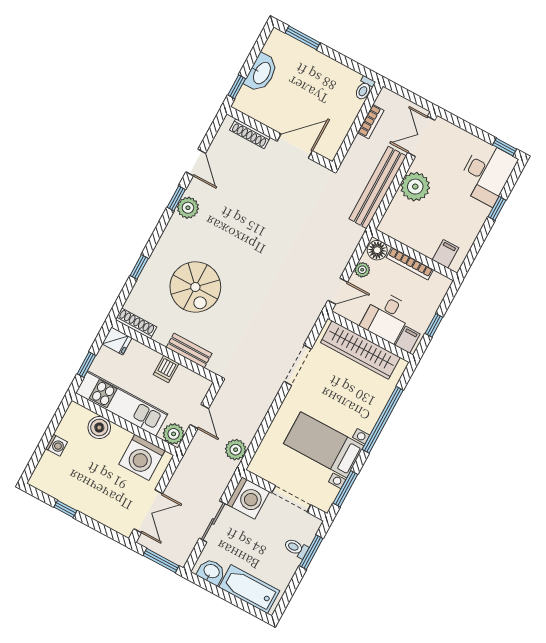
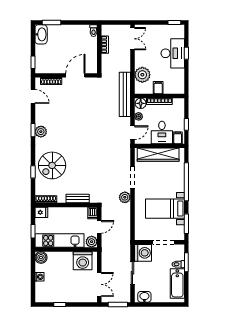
washbasin: (261, 73) -> (41, 34), moved
double door: (421, 136) -> (132, 39), swing flipped
door: (196, 163) -> (33, 96), moved
desk: (487, 173) -> (173, 53), moved
bench: (378, 187) -> (125, 94), moved
plant: (415, 187) -> (142, 75), moved
filing cabinet: (446, 254) -> (158, 88), moved
spiral stairs: (195, 287) -> (52, 165), moved, turned 90
dishwasher: (166, 369) -> (93, 213), moved
door: (199, 416) -> (99, 227), hinge flipped
boiler: (99, 428) -> (41, 258), moved
plant: (236, 450) -> (125, 197), moved
bathtub: (249, 589) -> (177, 284), moved, turned -90

